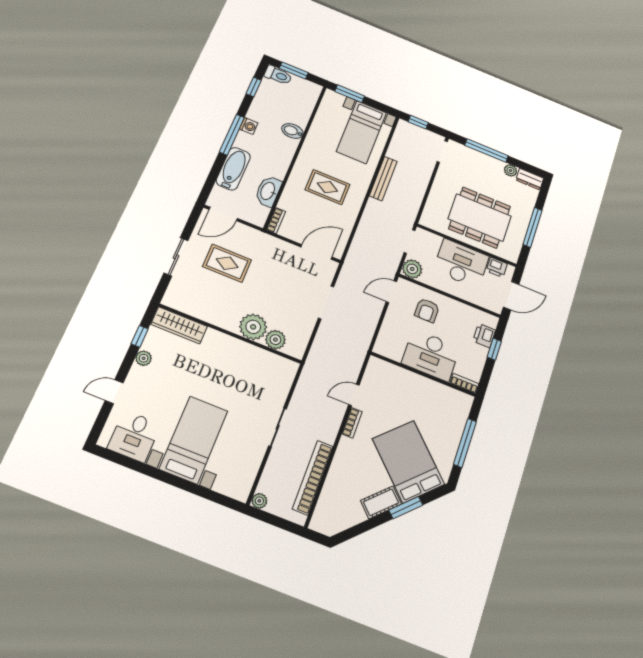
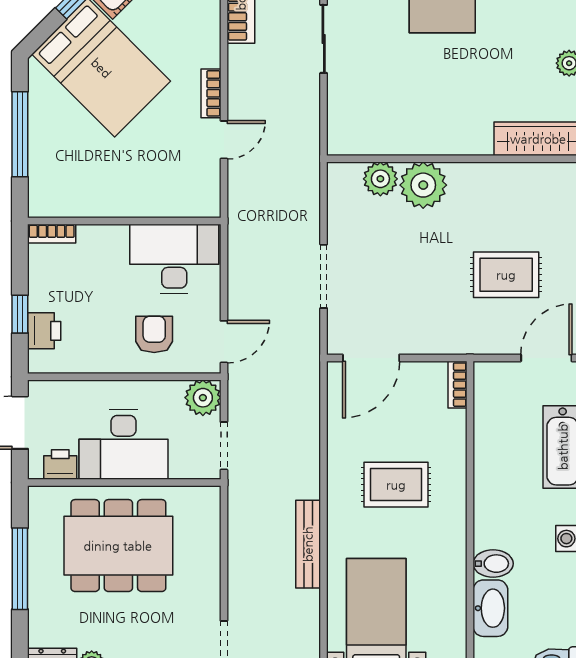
washbasin: (268, 191) -> (490, 608), moved
desk: (431, 355) -> (174, 259), moved

